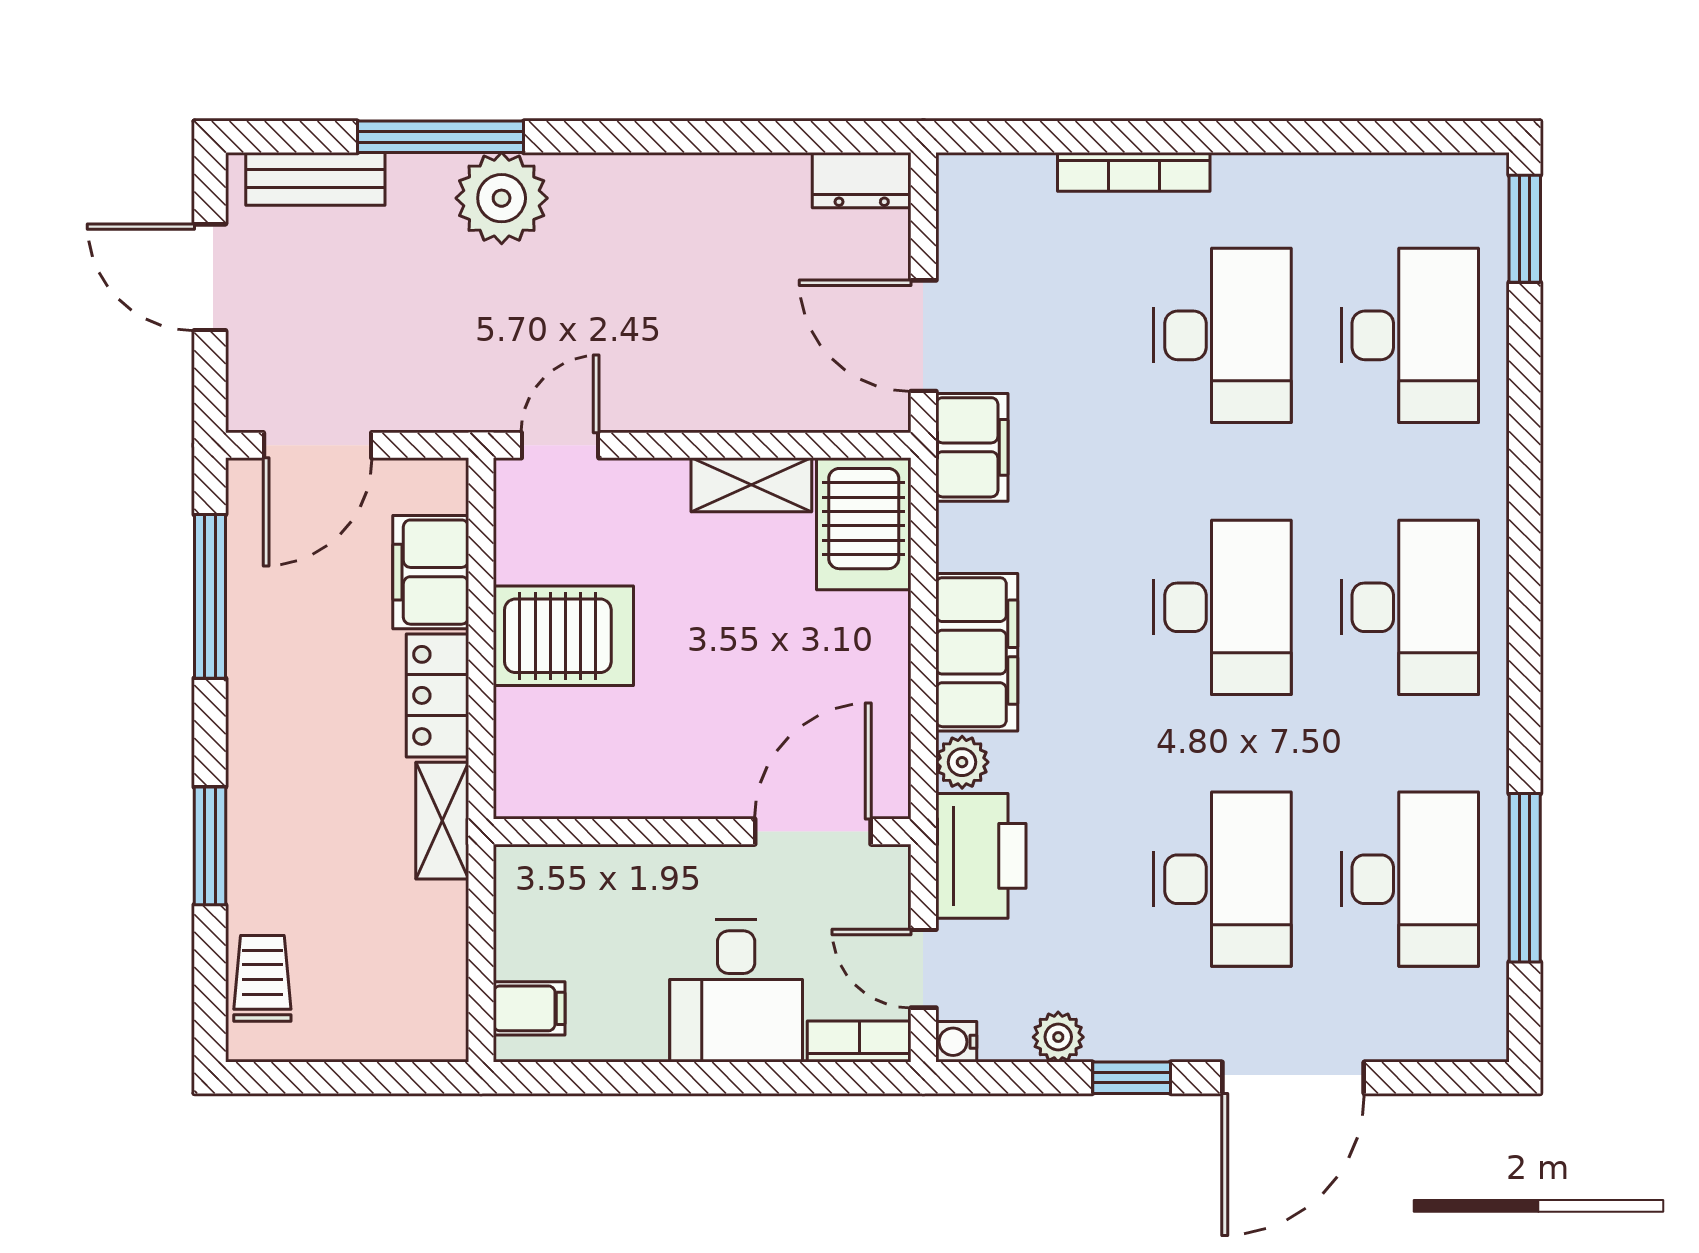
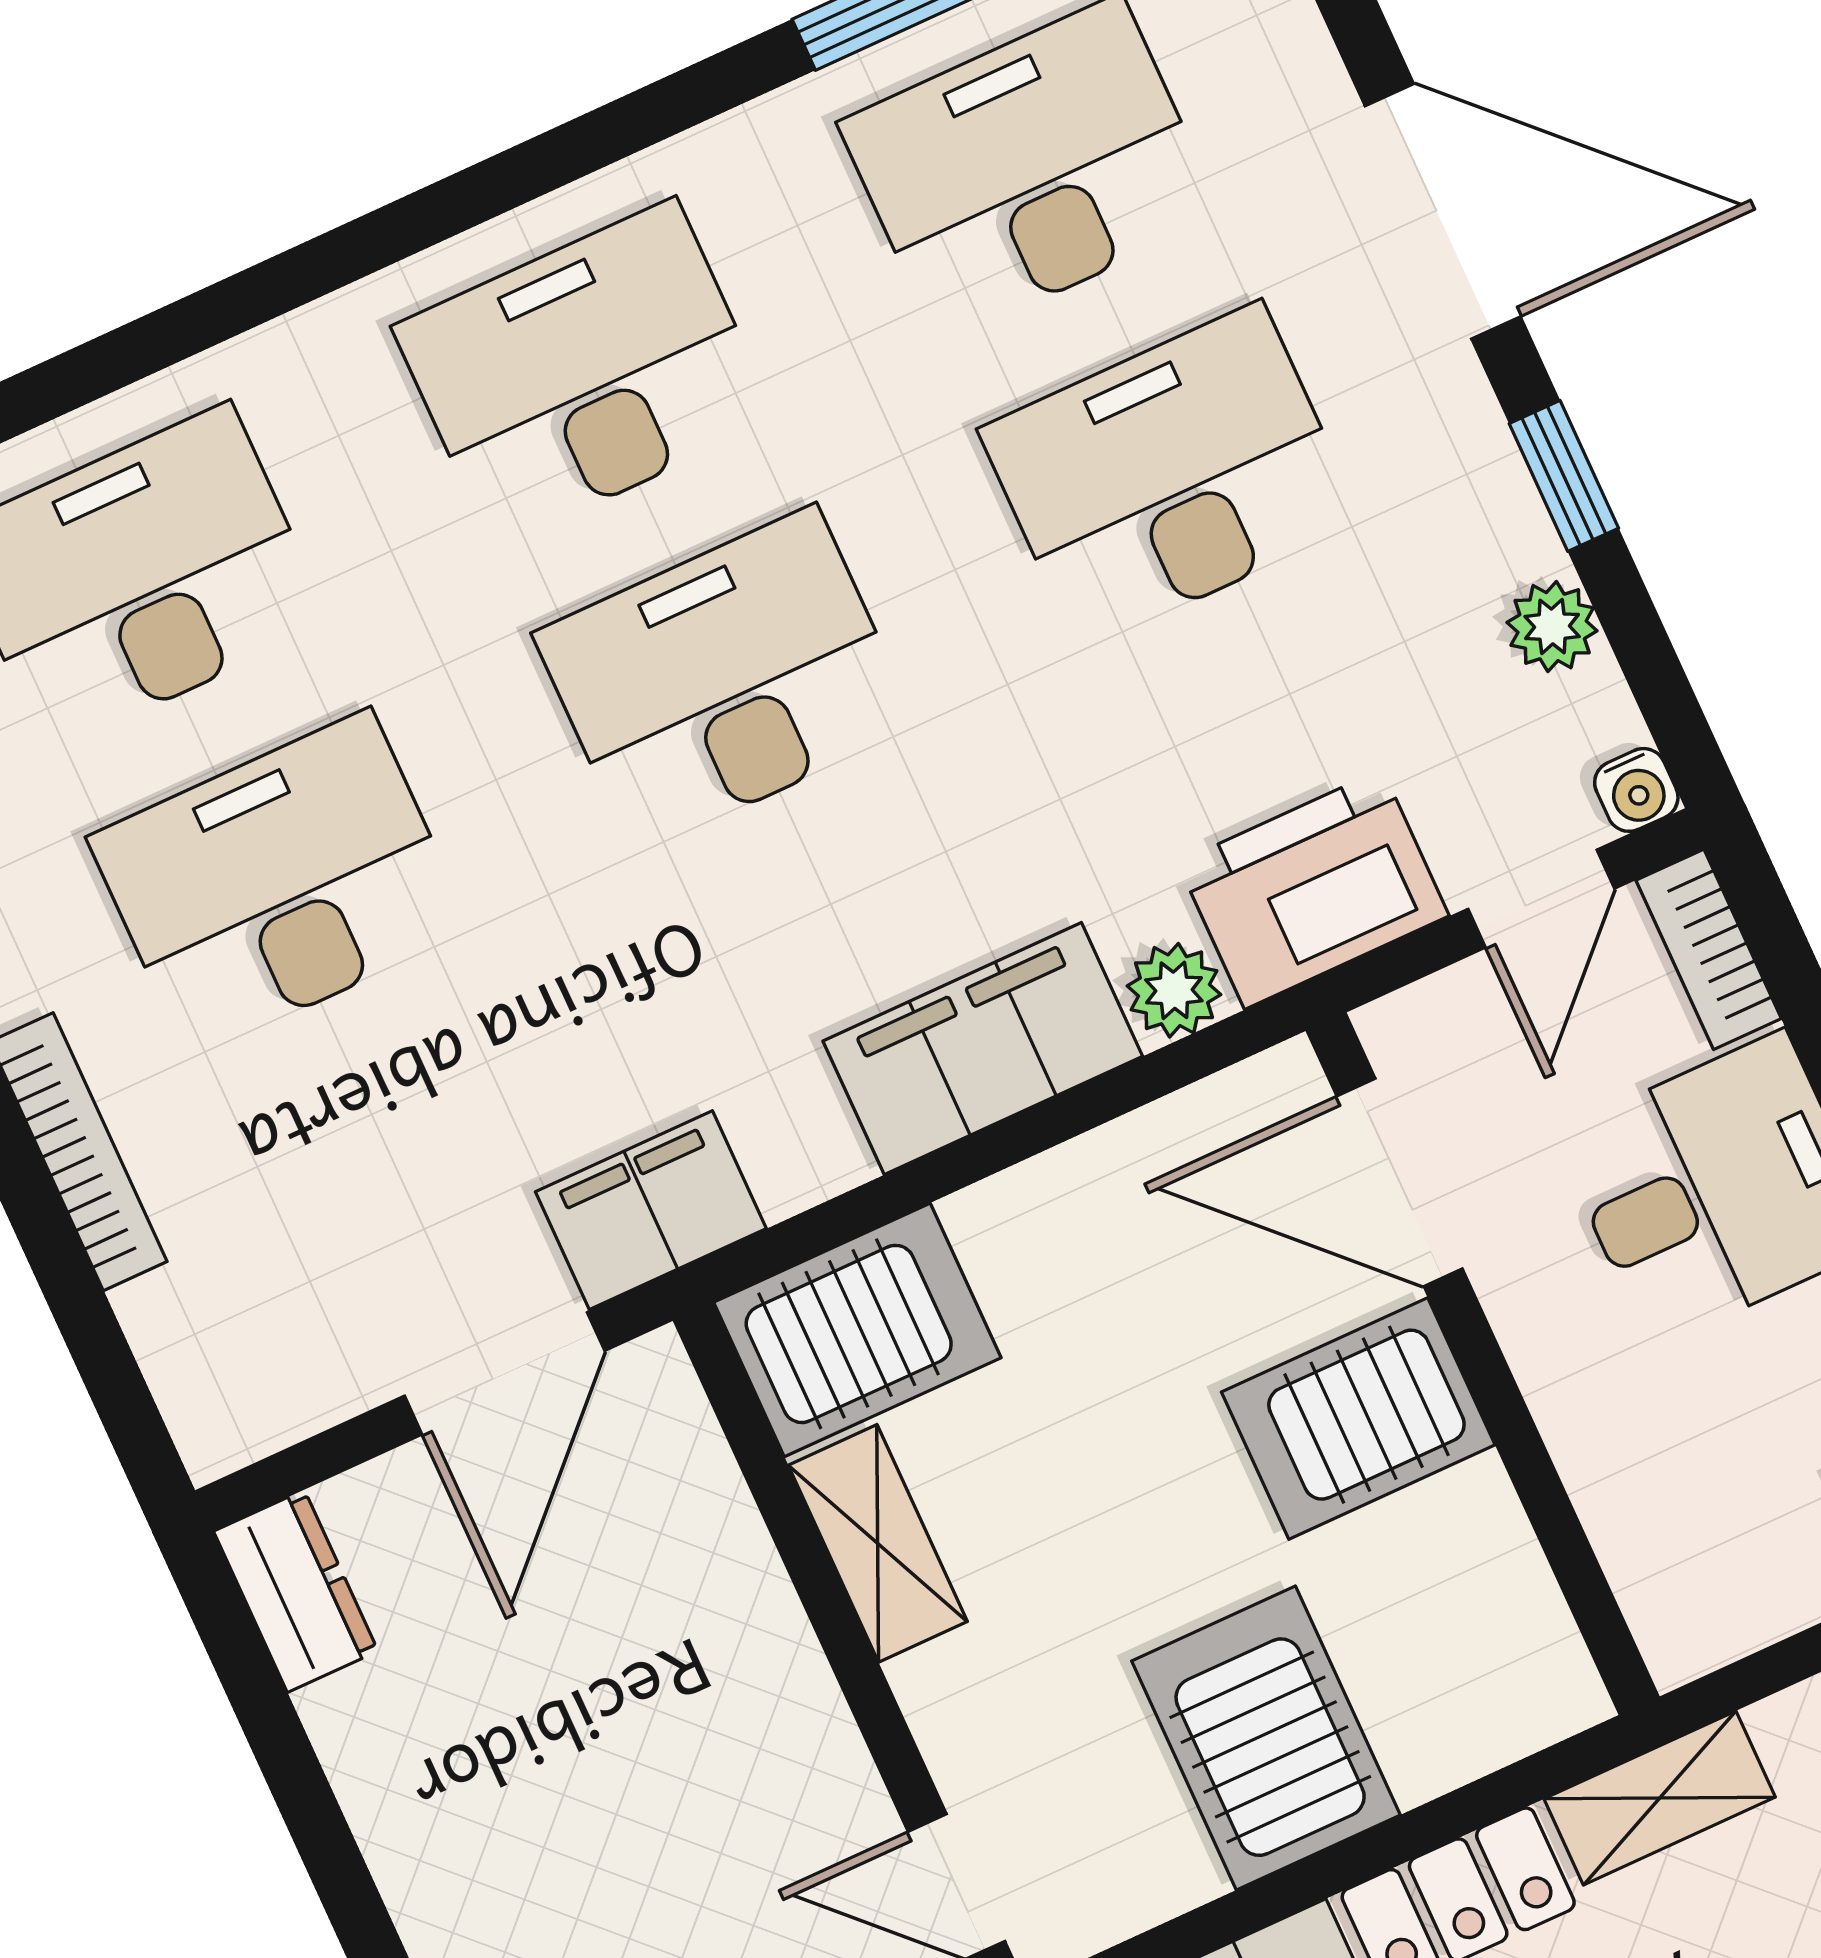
server rack: (703, 756) -> (1358, 1418), added

